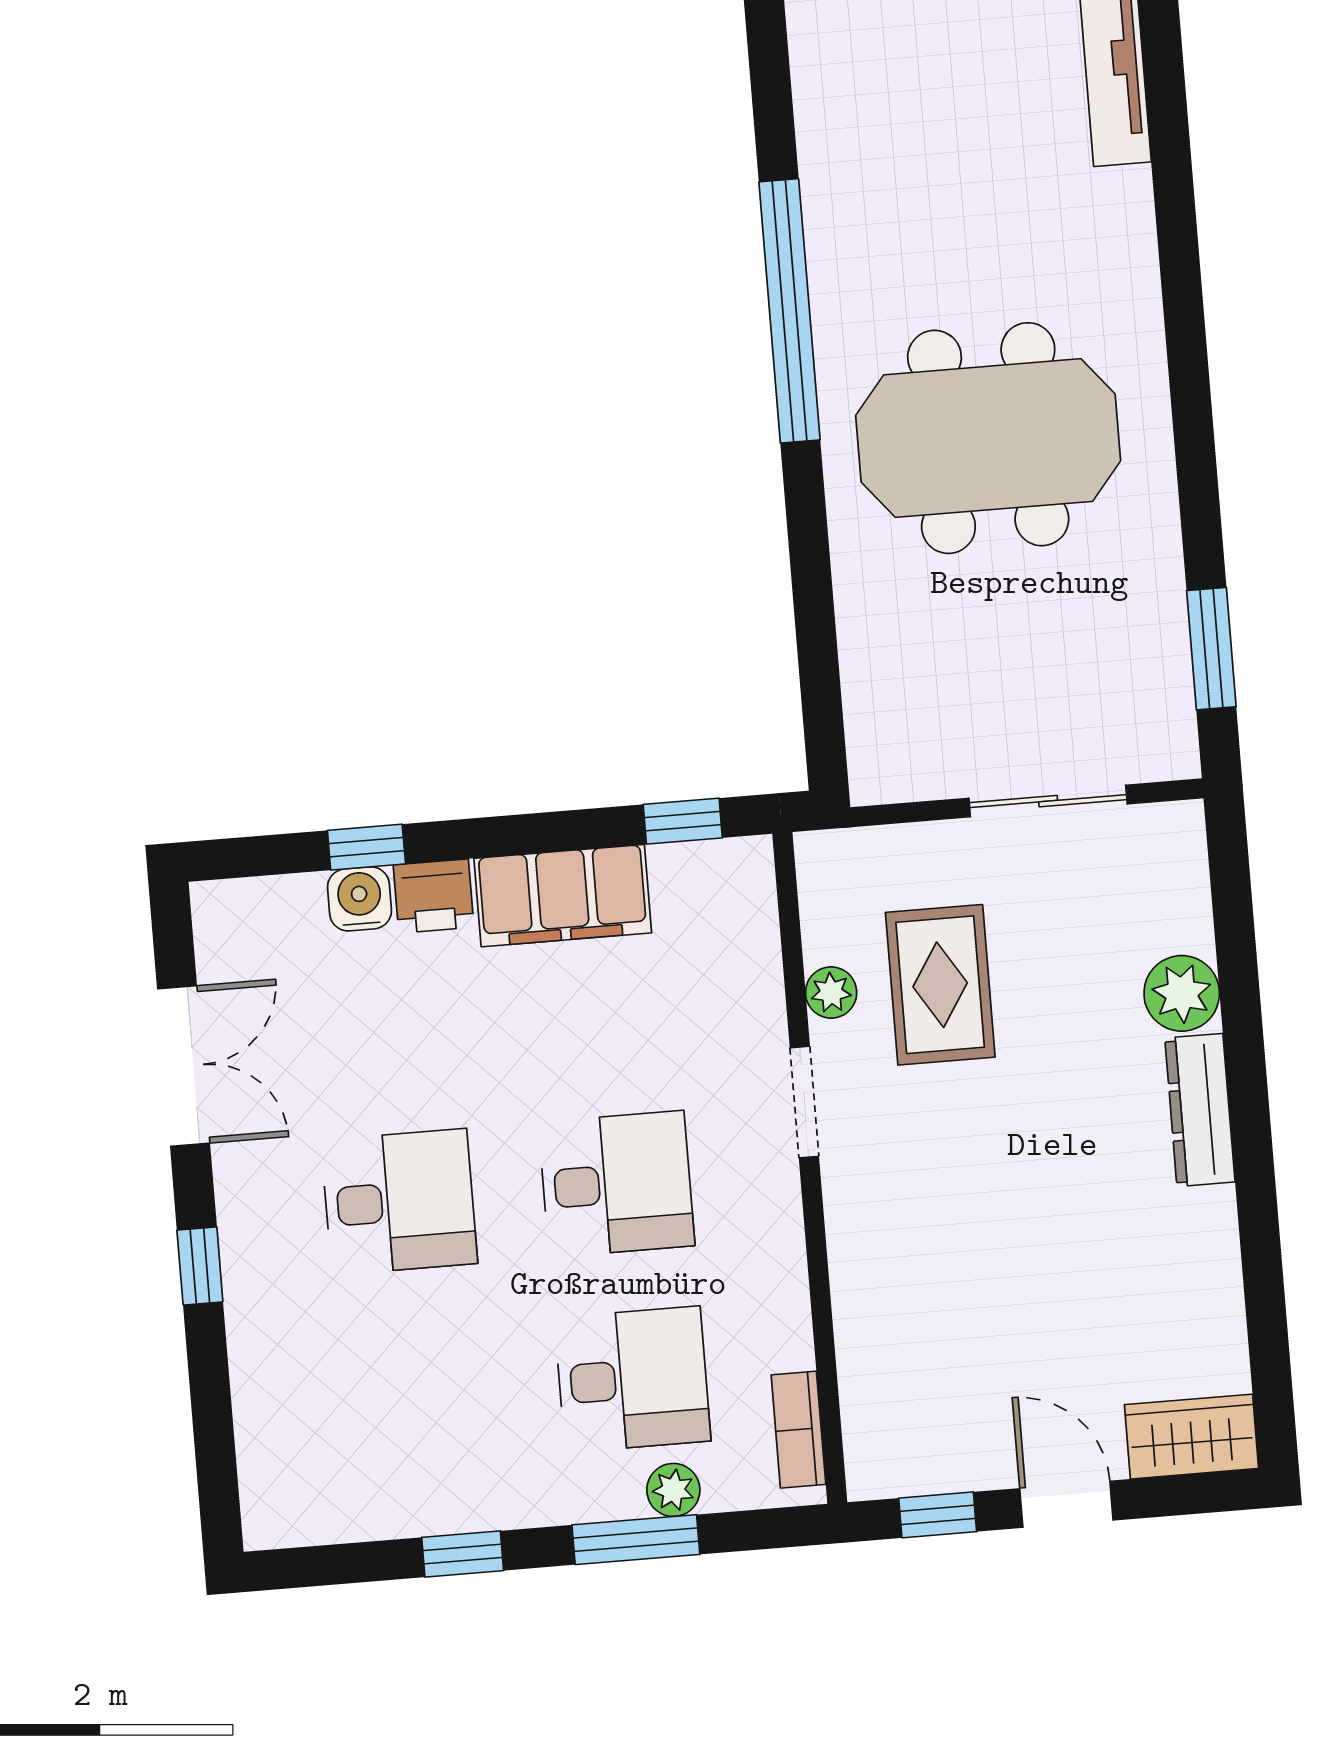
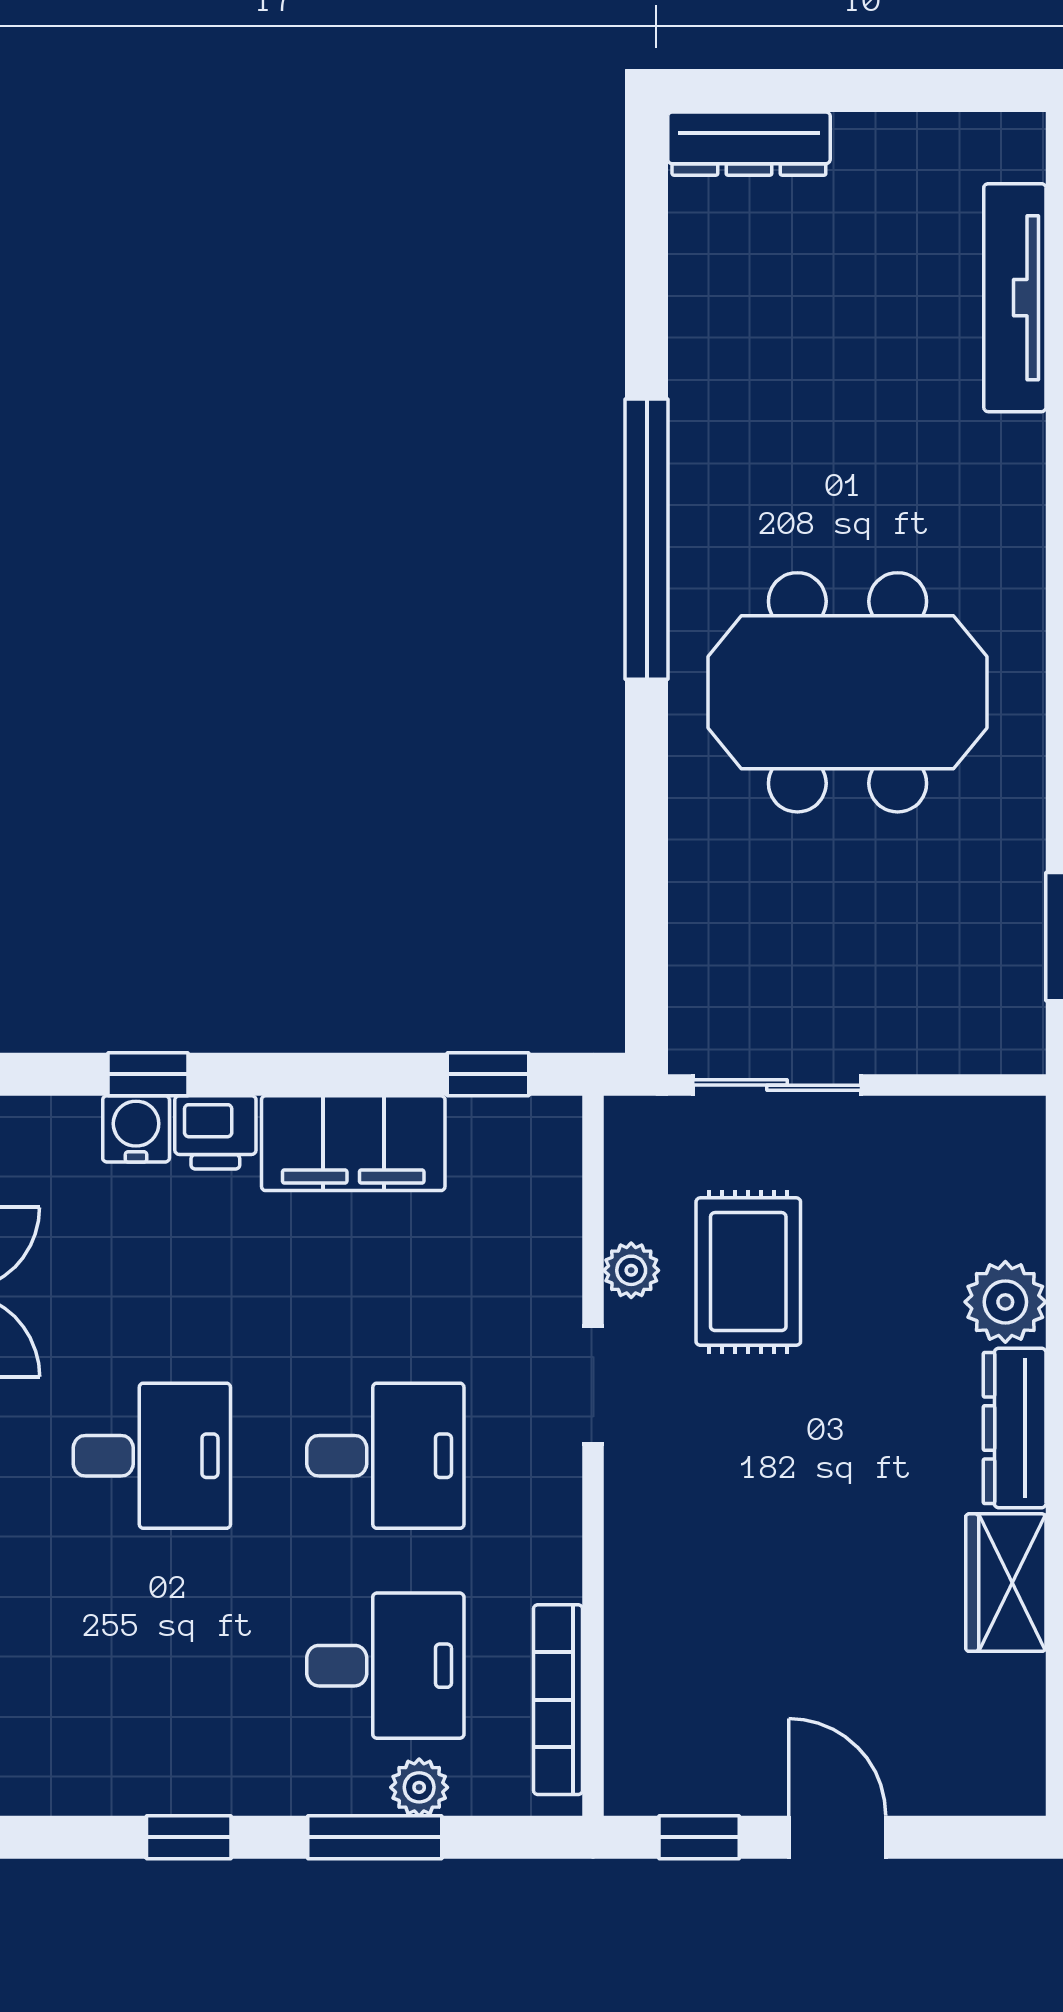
sliding door: (1048, 801) -> (777, 1085), moved
bookcase: (798, 1430) -> (558, 1700), width x1.56
wardrobe: (1191, 1437) -> (1006, 1583), moved, turned -90

